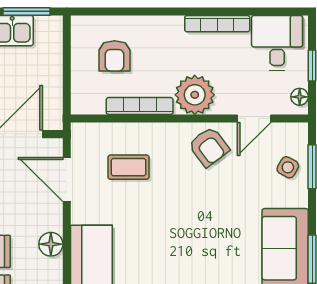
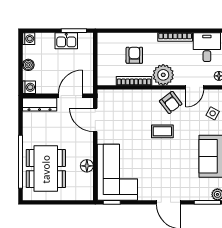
armchair: (115, 56) -> (134, 55), moved, turned 180
coffee table: (129, 167) -> (162, 131), moved
floor lamp: (51, 244) -> (87, 166), moved

